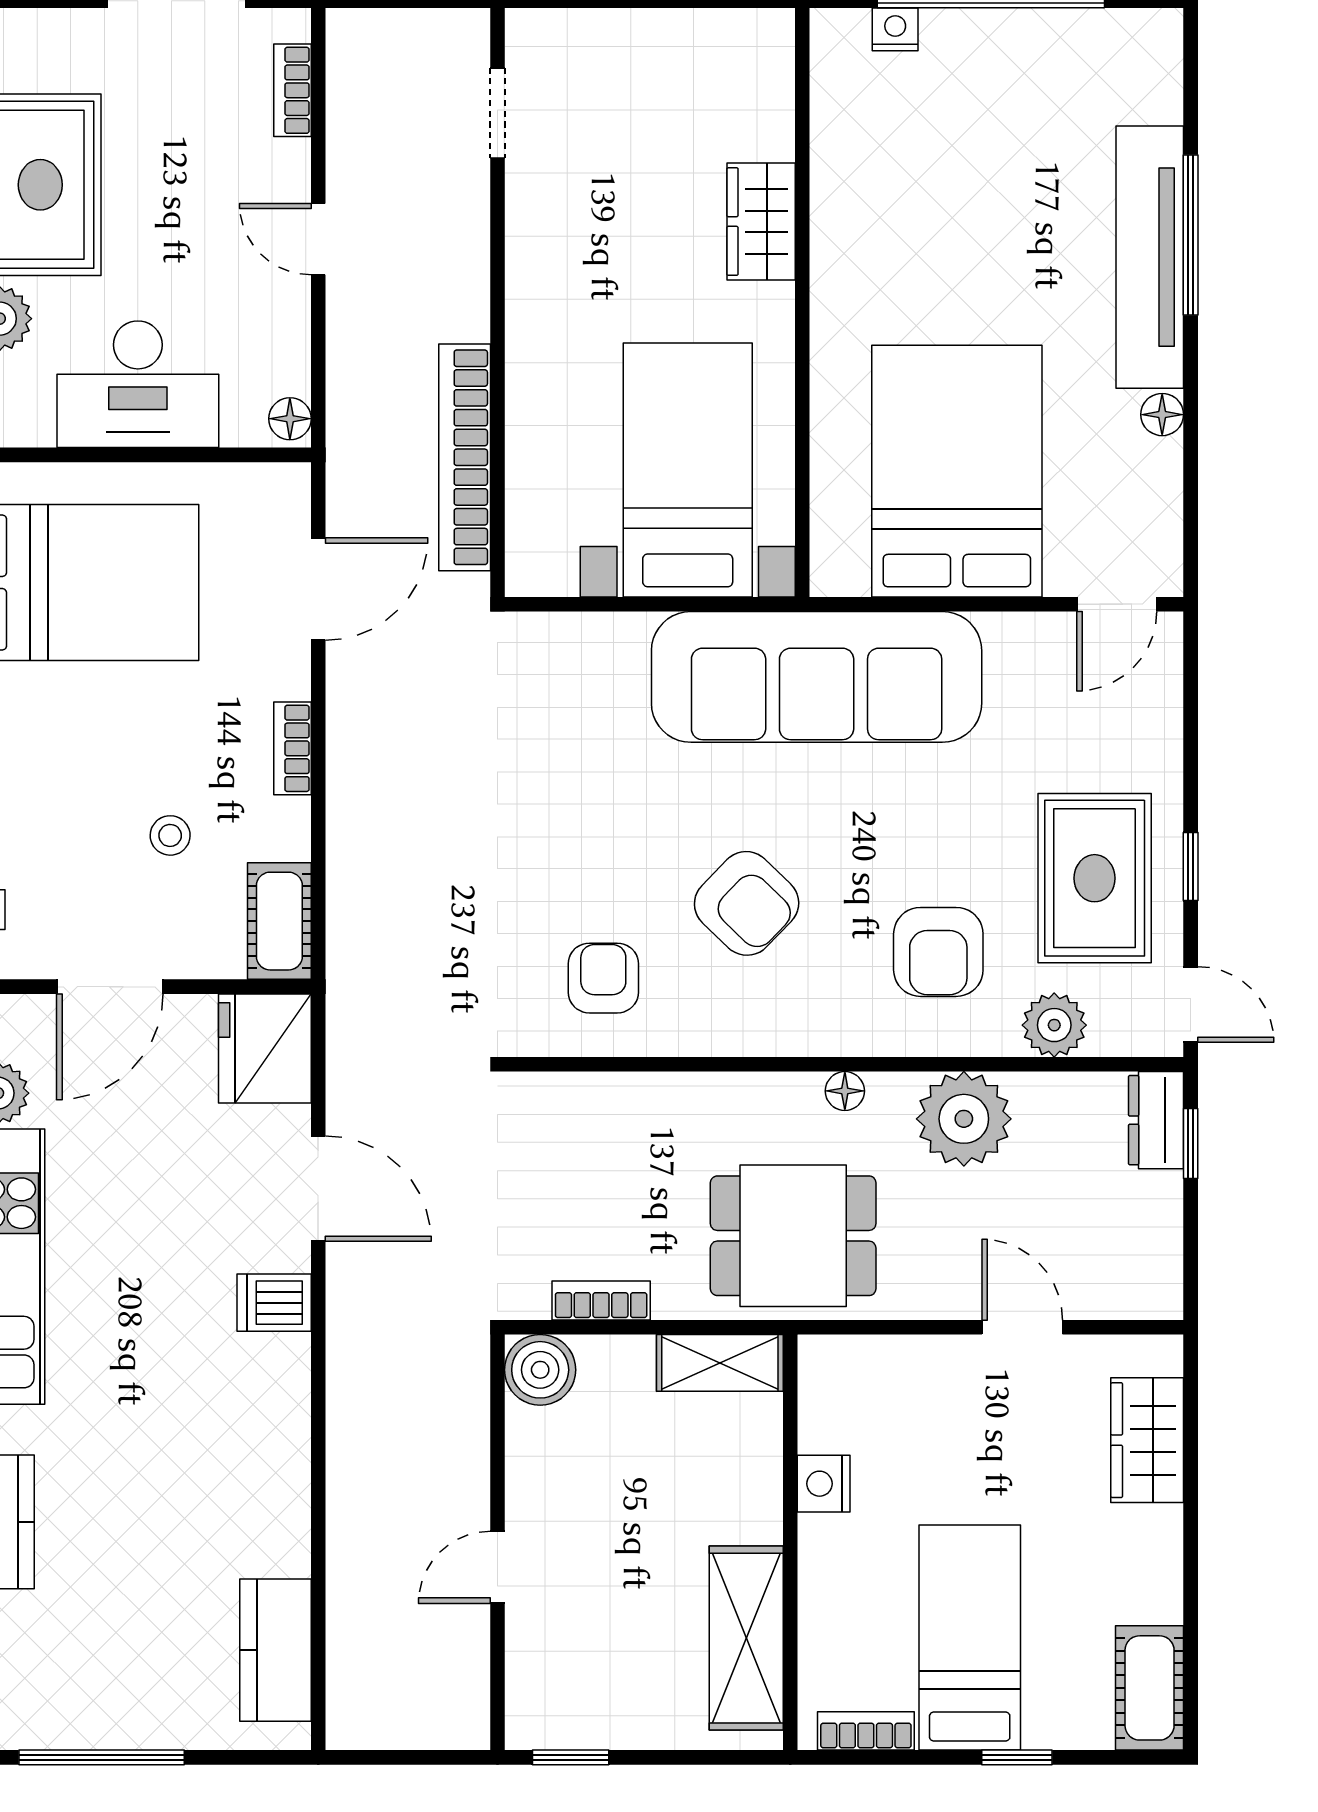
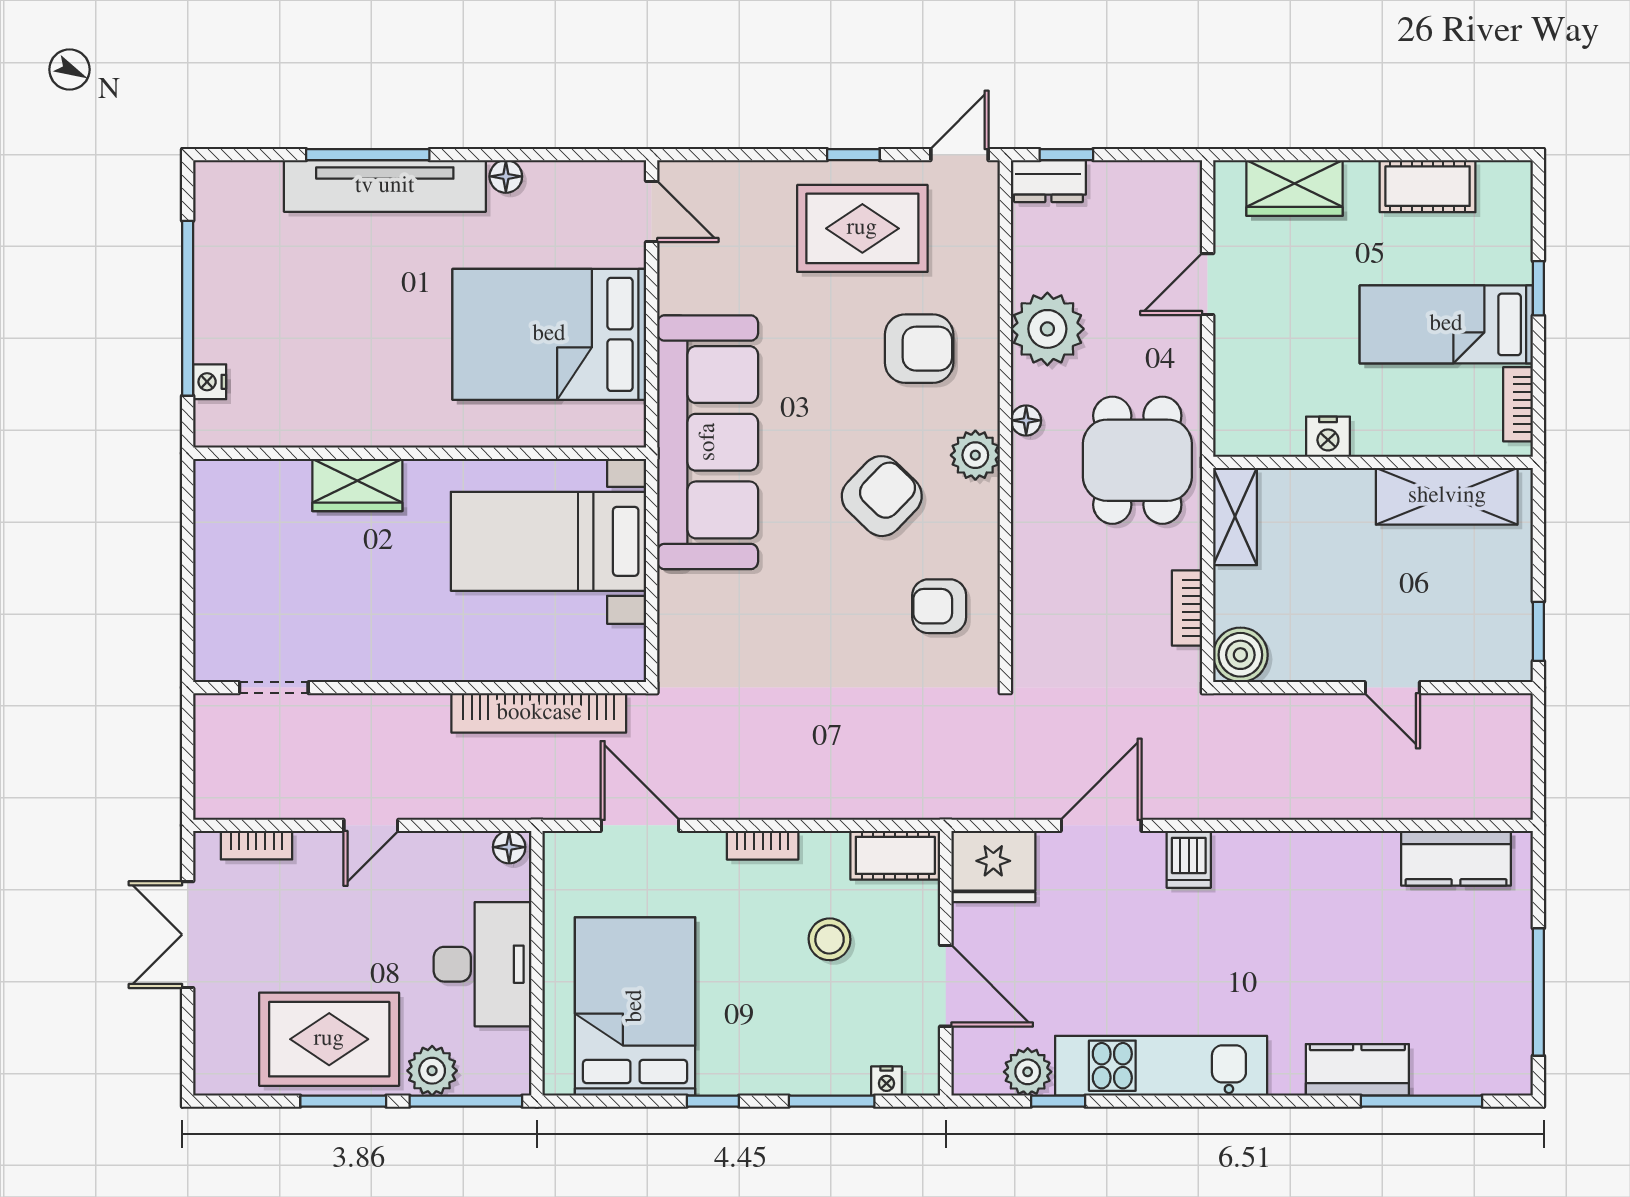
stool: (170, 835) -> (830, 939), width x1.37, depth x1.37
plant: (1054, 1025) -> (975, 455), moved
cot: (1150, 1688) -> (1428, 186), moved

